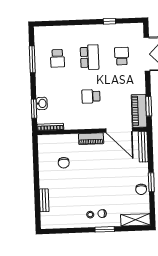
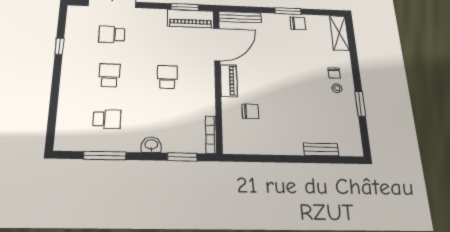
school desk: (90, 57) -> (109, 75), width x0.54
school desk: (91, 96) -> (167, 77), turned 180
washbasin: (42, 103) -> (151, 145), moved
chair: (64, 163) -> (250, 111), moved
window: (105, 229) -> (360, 104), moved

